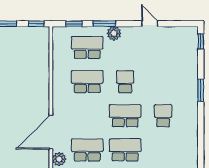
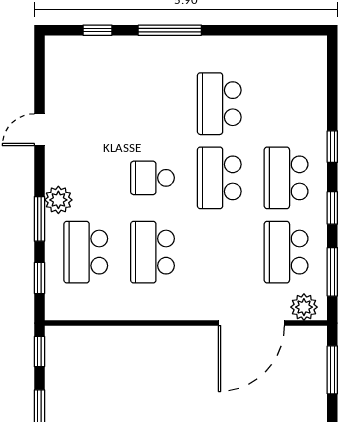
window: (201, 41) -> (98, 30), moved
window: (201, 90) -> (170, 30), width x1.44
school desk: (163, 116) -> (219, 104), width x1.85
door: (51, 132) -> (251, 323), hinge flipped

